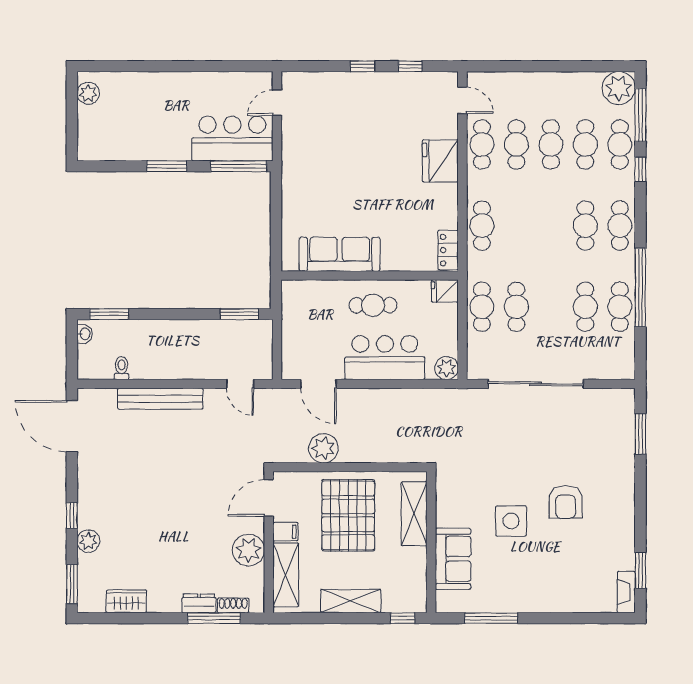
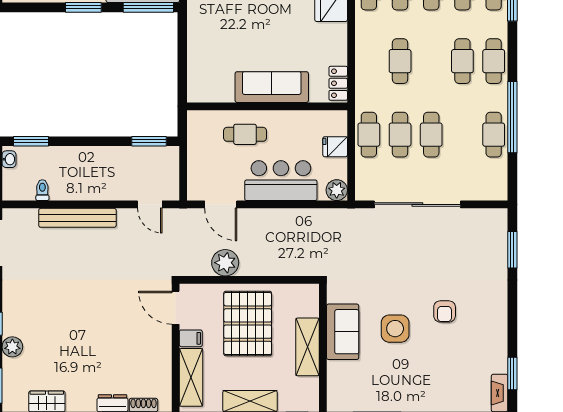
cafe table: (482, 226) -> (400, 61), moved
sofa: (340, 254) -> (272, 87), moved
fridge: (445, 291) -> (335, 147), moved
cafe table: (373, 305) -> (245, 134), moved
cafe table: (585, 307) -> (431, 135), moved
door: (269, 498) -> (176, 308), hinge flipped
armchair: (566, 502) -> (445, 311), width x0.72, depth x0.72
shelving: (414, 514) -> (307, 347), moved
plant: (248, 550) -> (157, 355), removed
sofa: (453, 559) -> (343, 332), moved

